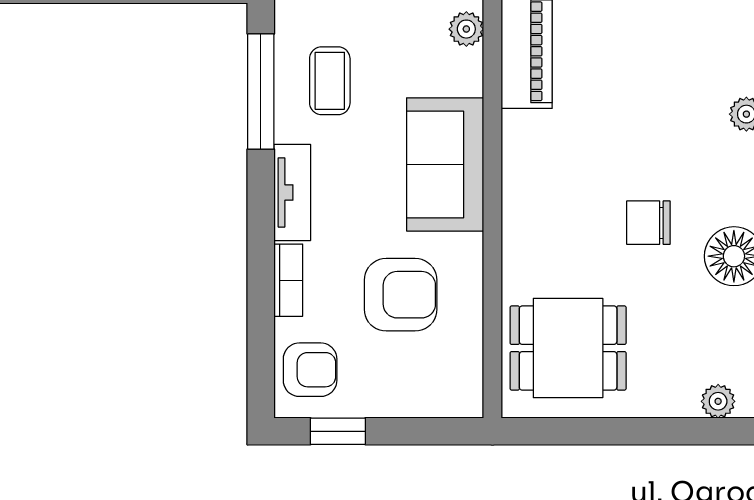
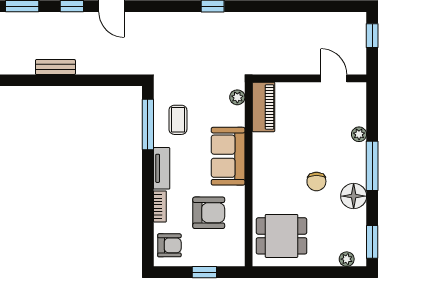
chair: (648, 223) -> (316, 181), turned -90
window: (338, 431) -> (204, 272), moved

